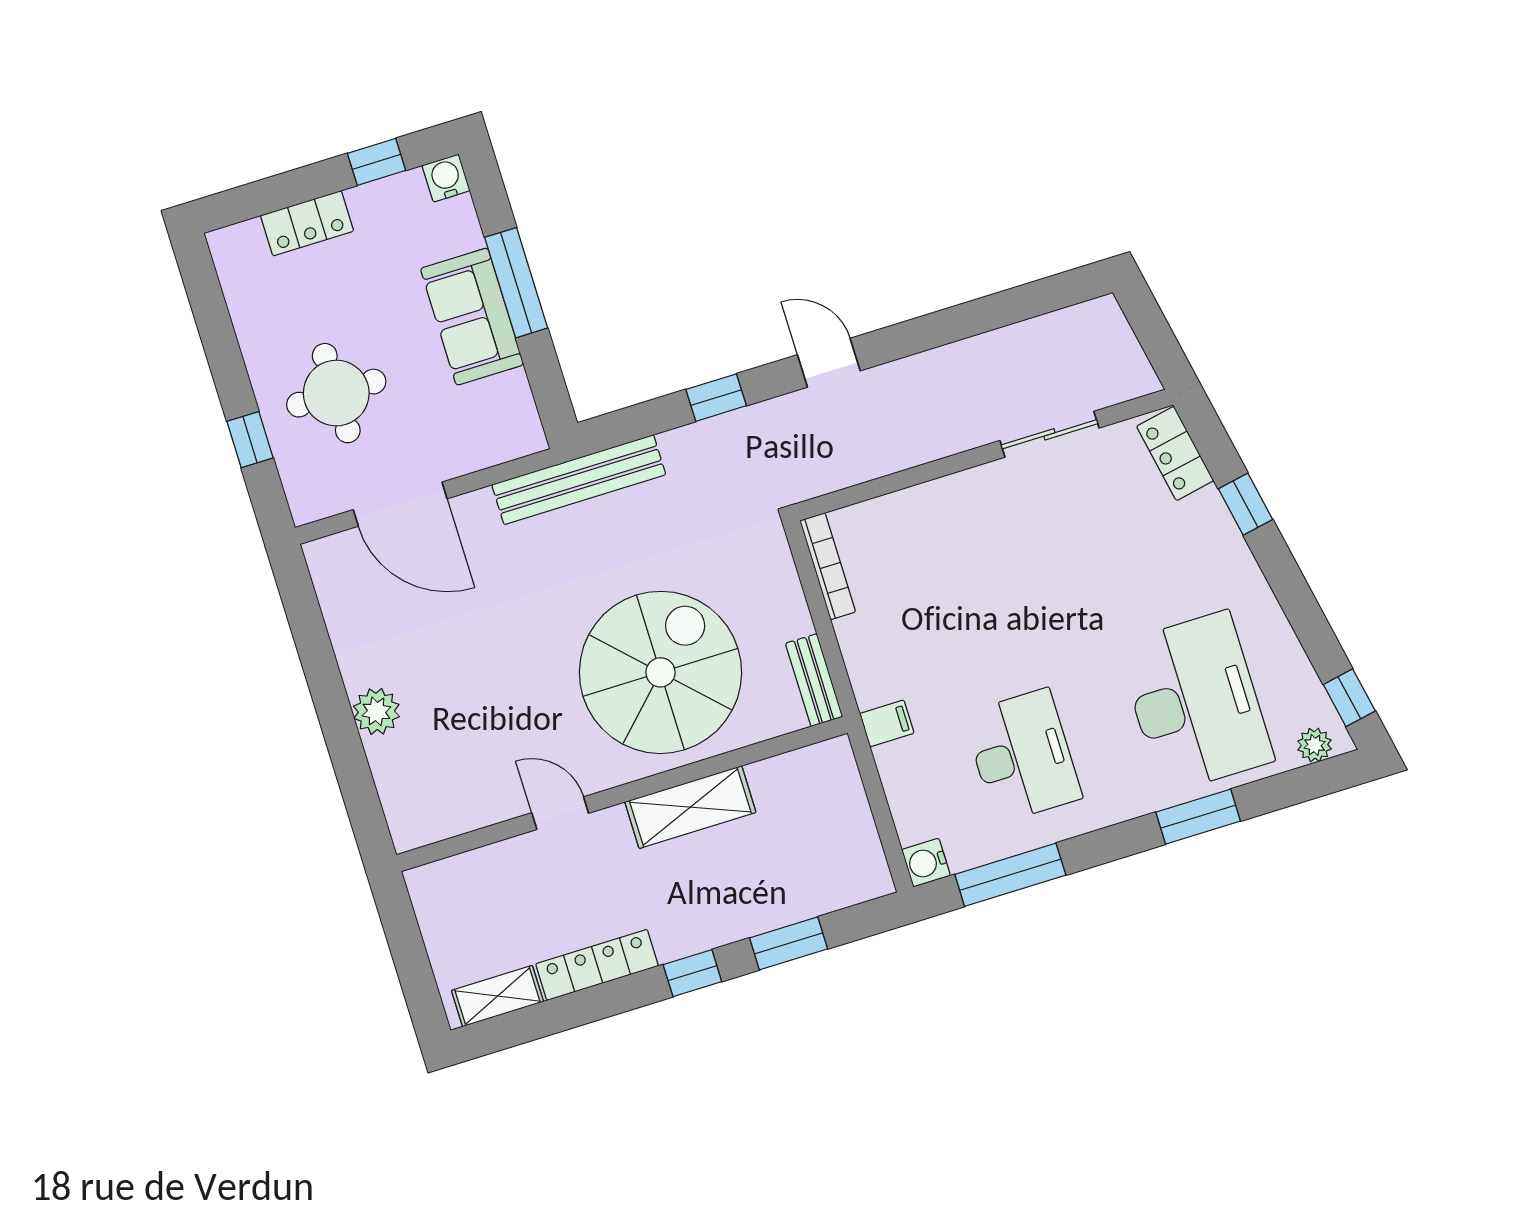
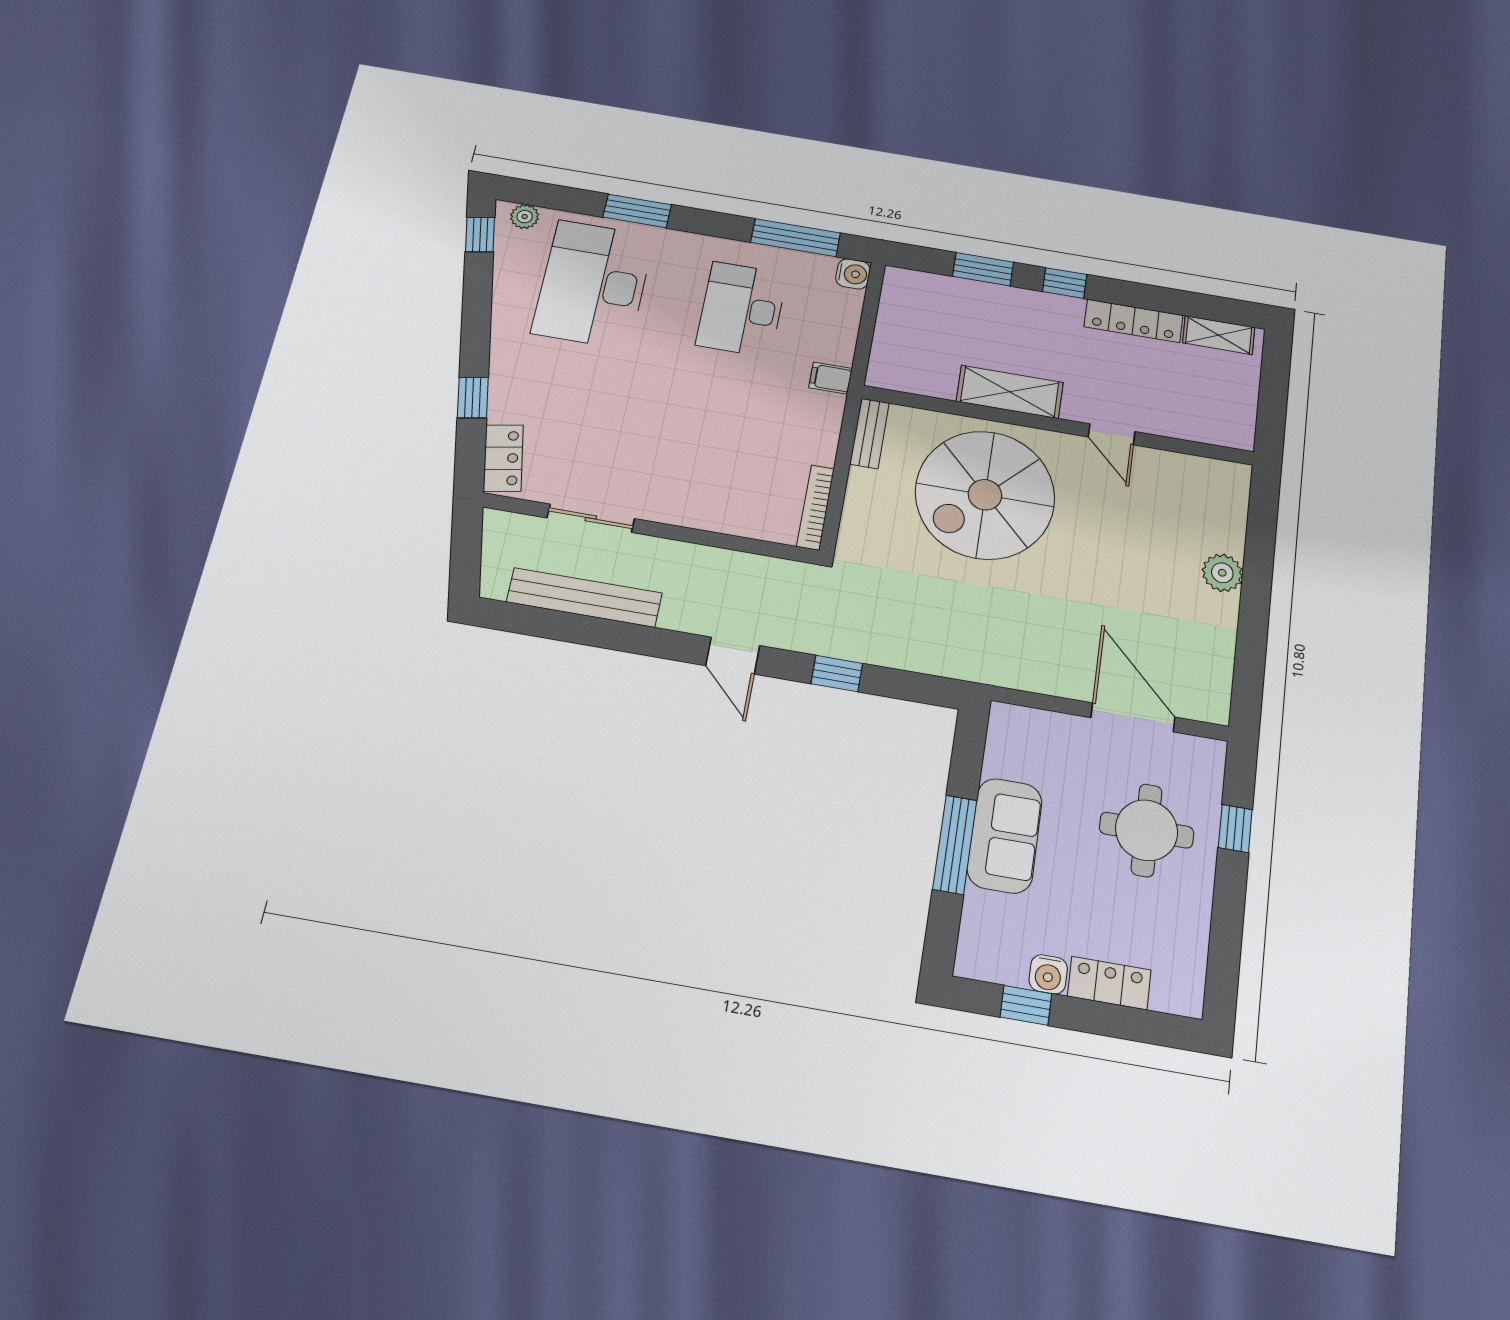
water cooler: (446, 178) -> (1048, 974), moved
bench: (579, 480) -> (584, 598), moved

